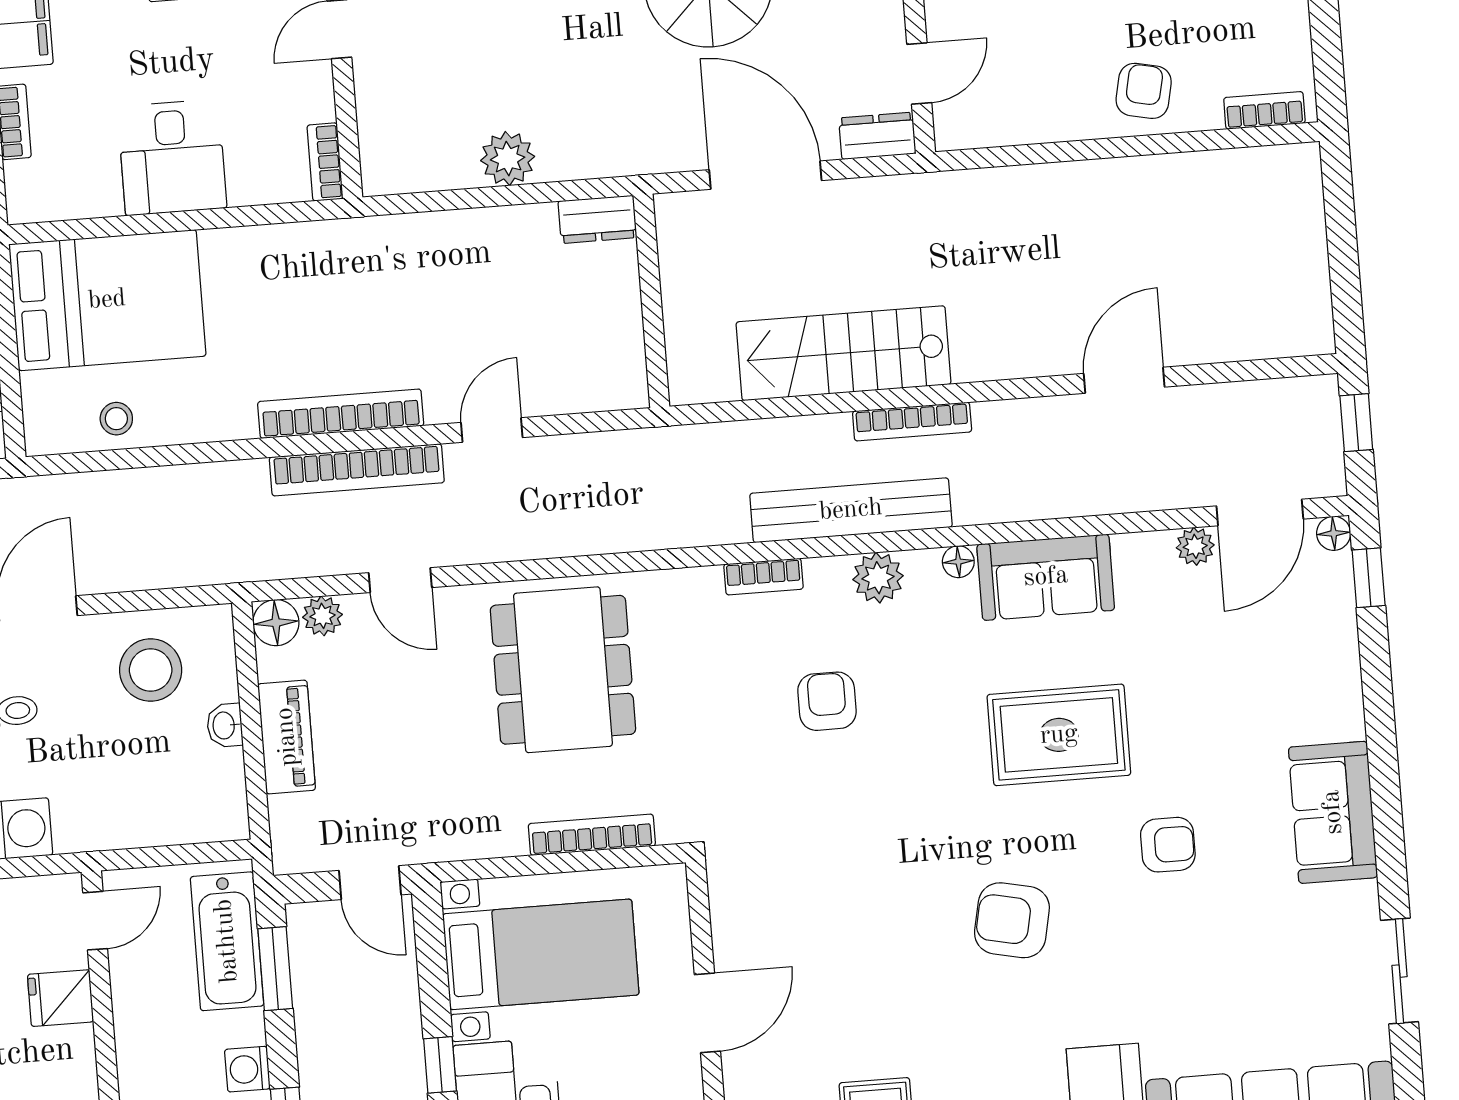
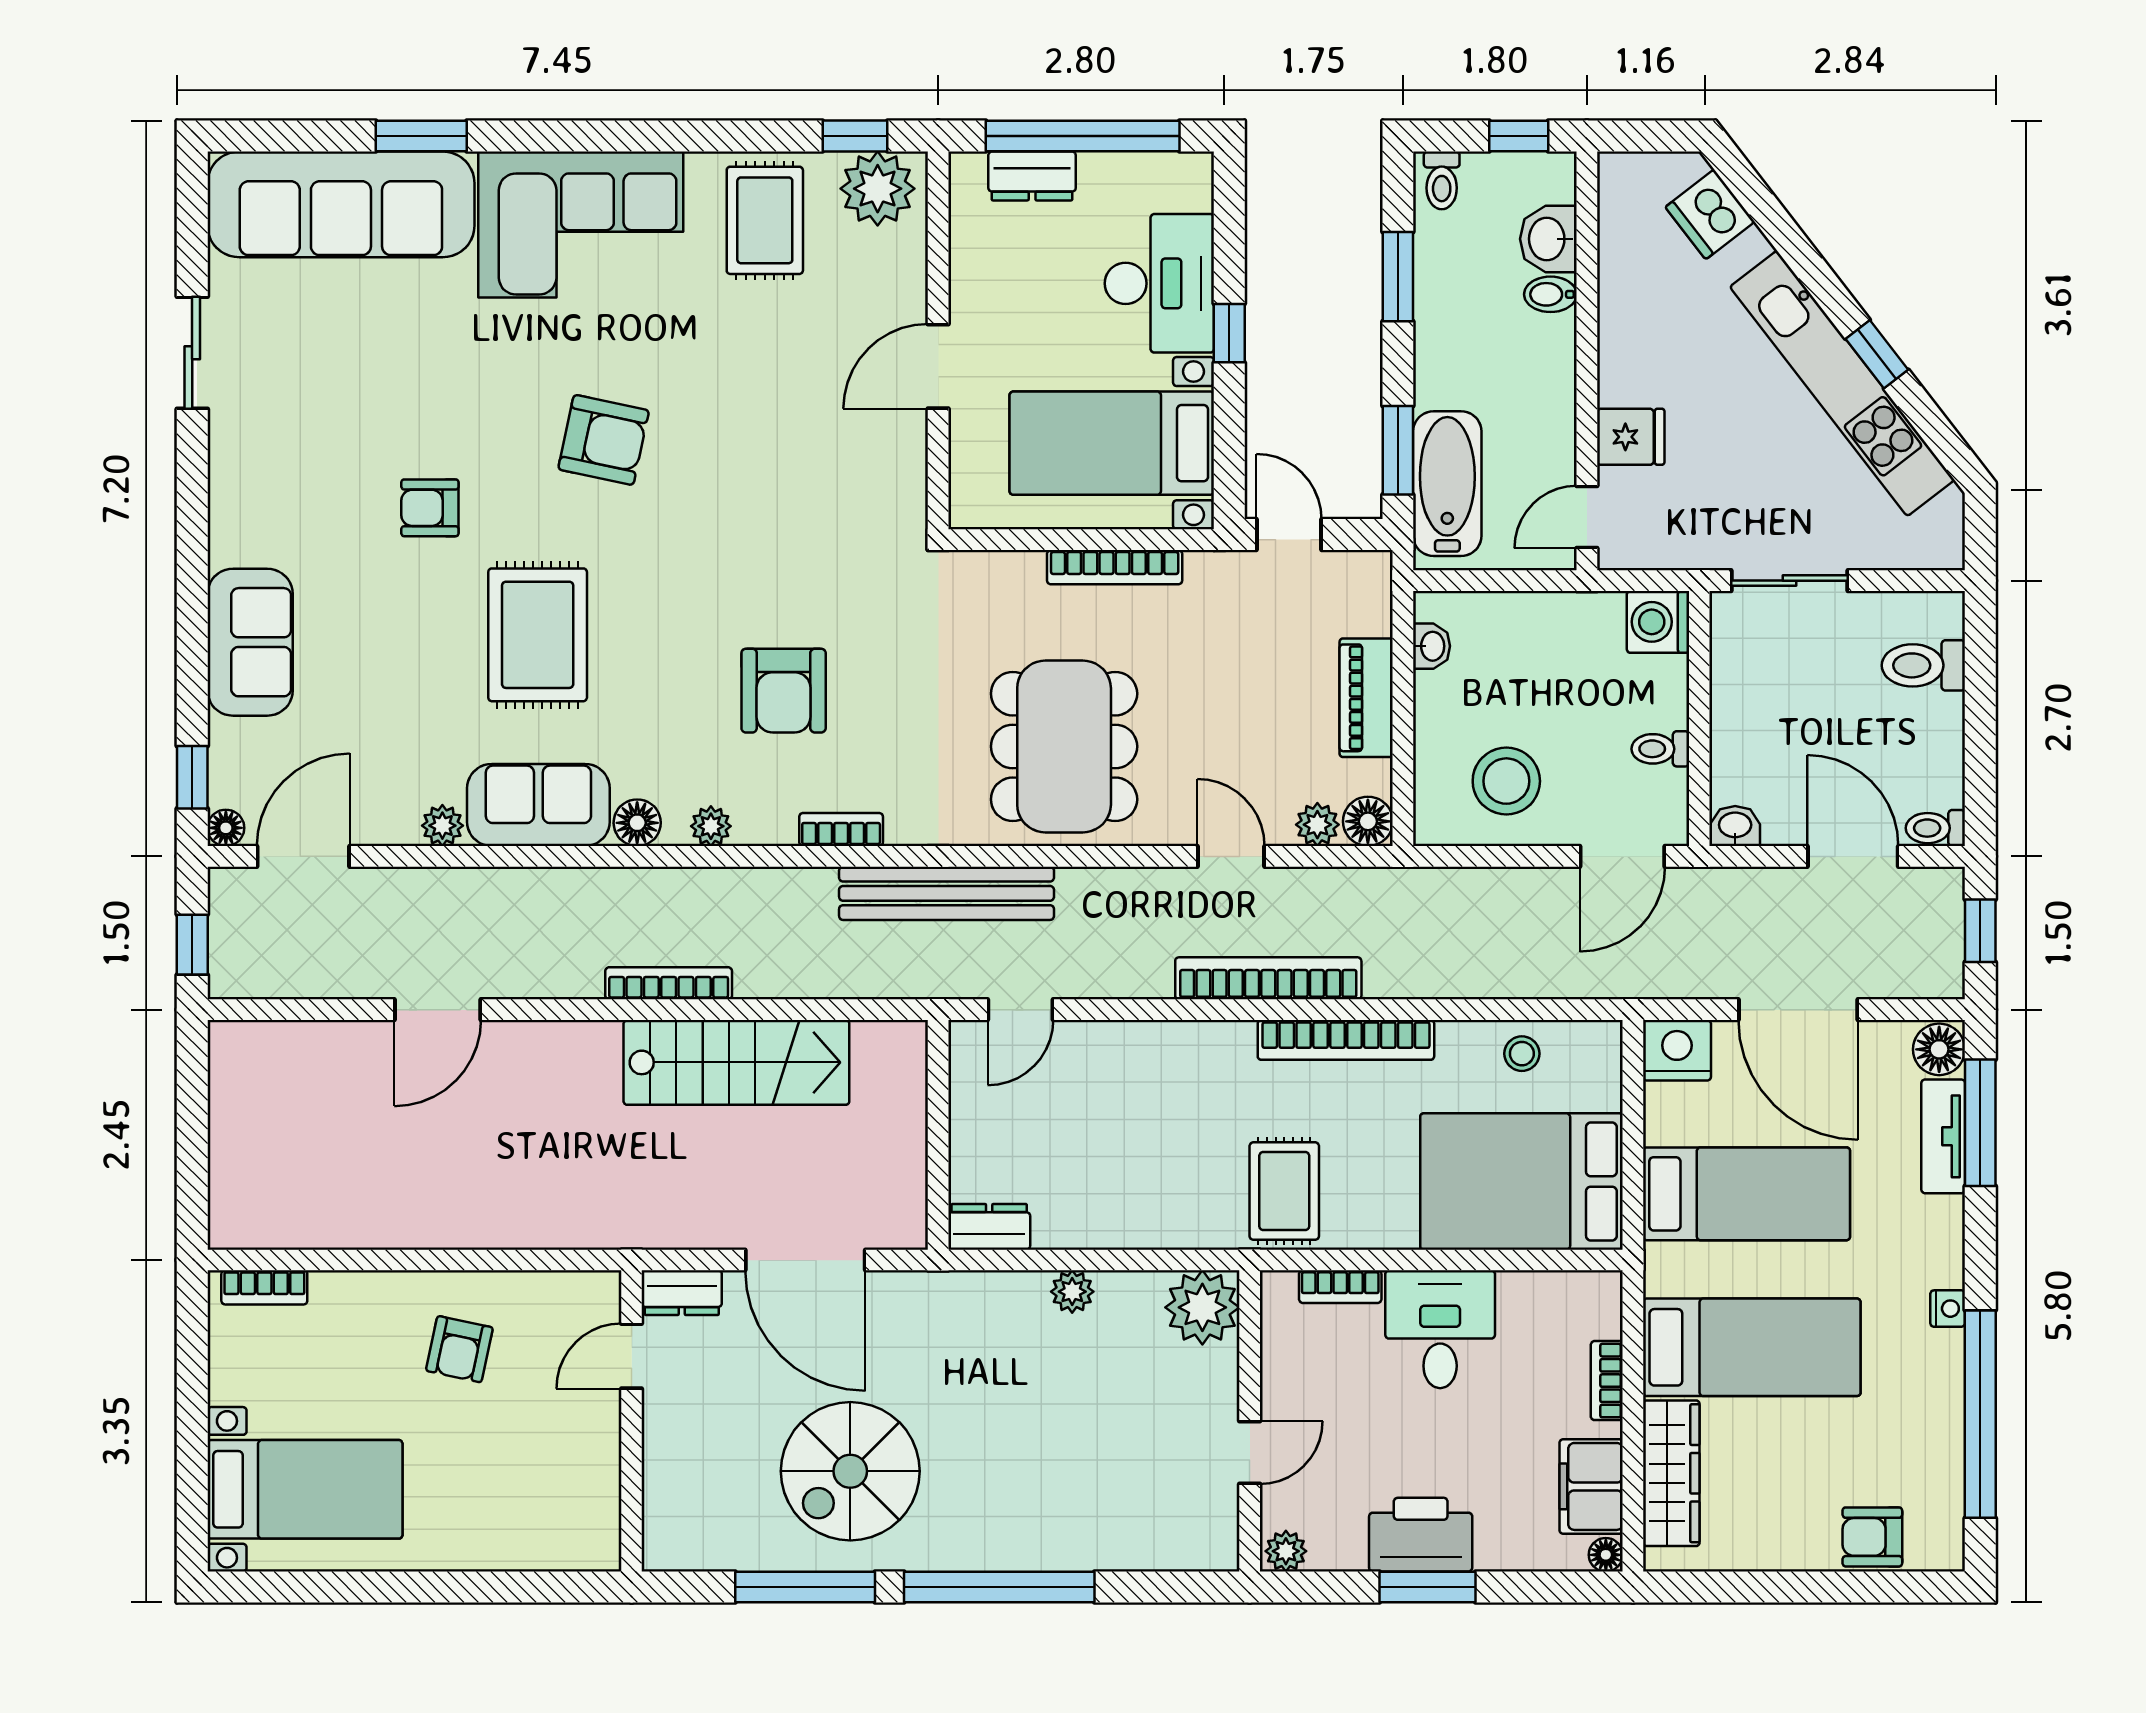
armchair: (1144, 91) -> (459, 1349), moved
plant: (508, 159) -> (1072, 1292), width x0.73, depth x0.73
plant: (394, 160) -> (1202, 1307), added
bookcase: (325, 162) -> (1340, 1287), moved, turned 90
rug: (326, 274) -> (1284, 1191), added
bookcase: (341, 414) -> (1346, 1040), moved
door: (492, 430) -> (1020, 1010), moved
bench: (851, 510) -> (947, 893), moved
plant: (1195, 546) -> (442, 826), moved
floor lamp: (958, 562) -> (637, 823), width x1.37, depth x1.37
plant: (878, 578) -> (711, 826), width x0.73, depth x0.73
armchair: (827, 701) -> (784, 691), width x1.38, depth x1.38
washbasin: (225, 725) -> (1432, 646), moved
rug: (1059, 735) -> (538, 635), turned 90
sofa: (1333, 812) -> (250, 642), moved
bookcase: (592, 835) -> (1115, 567), moved
washing machine: (247, 1069) -> (1436, 345), removed

